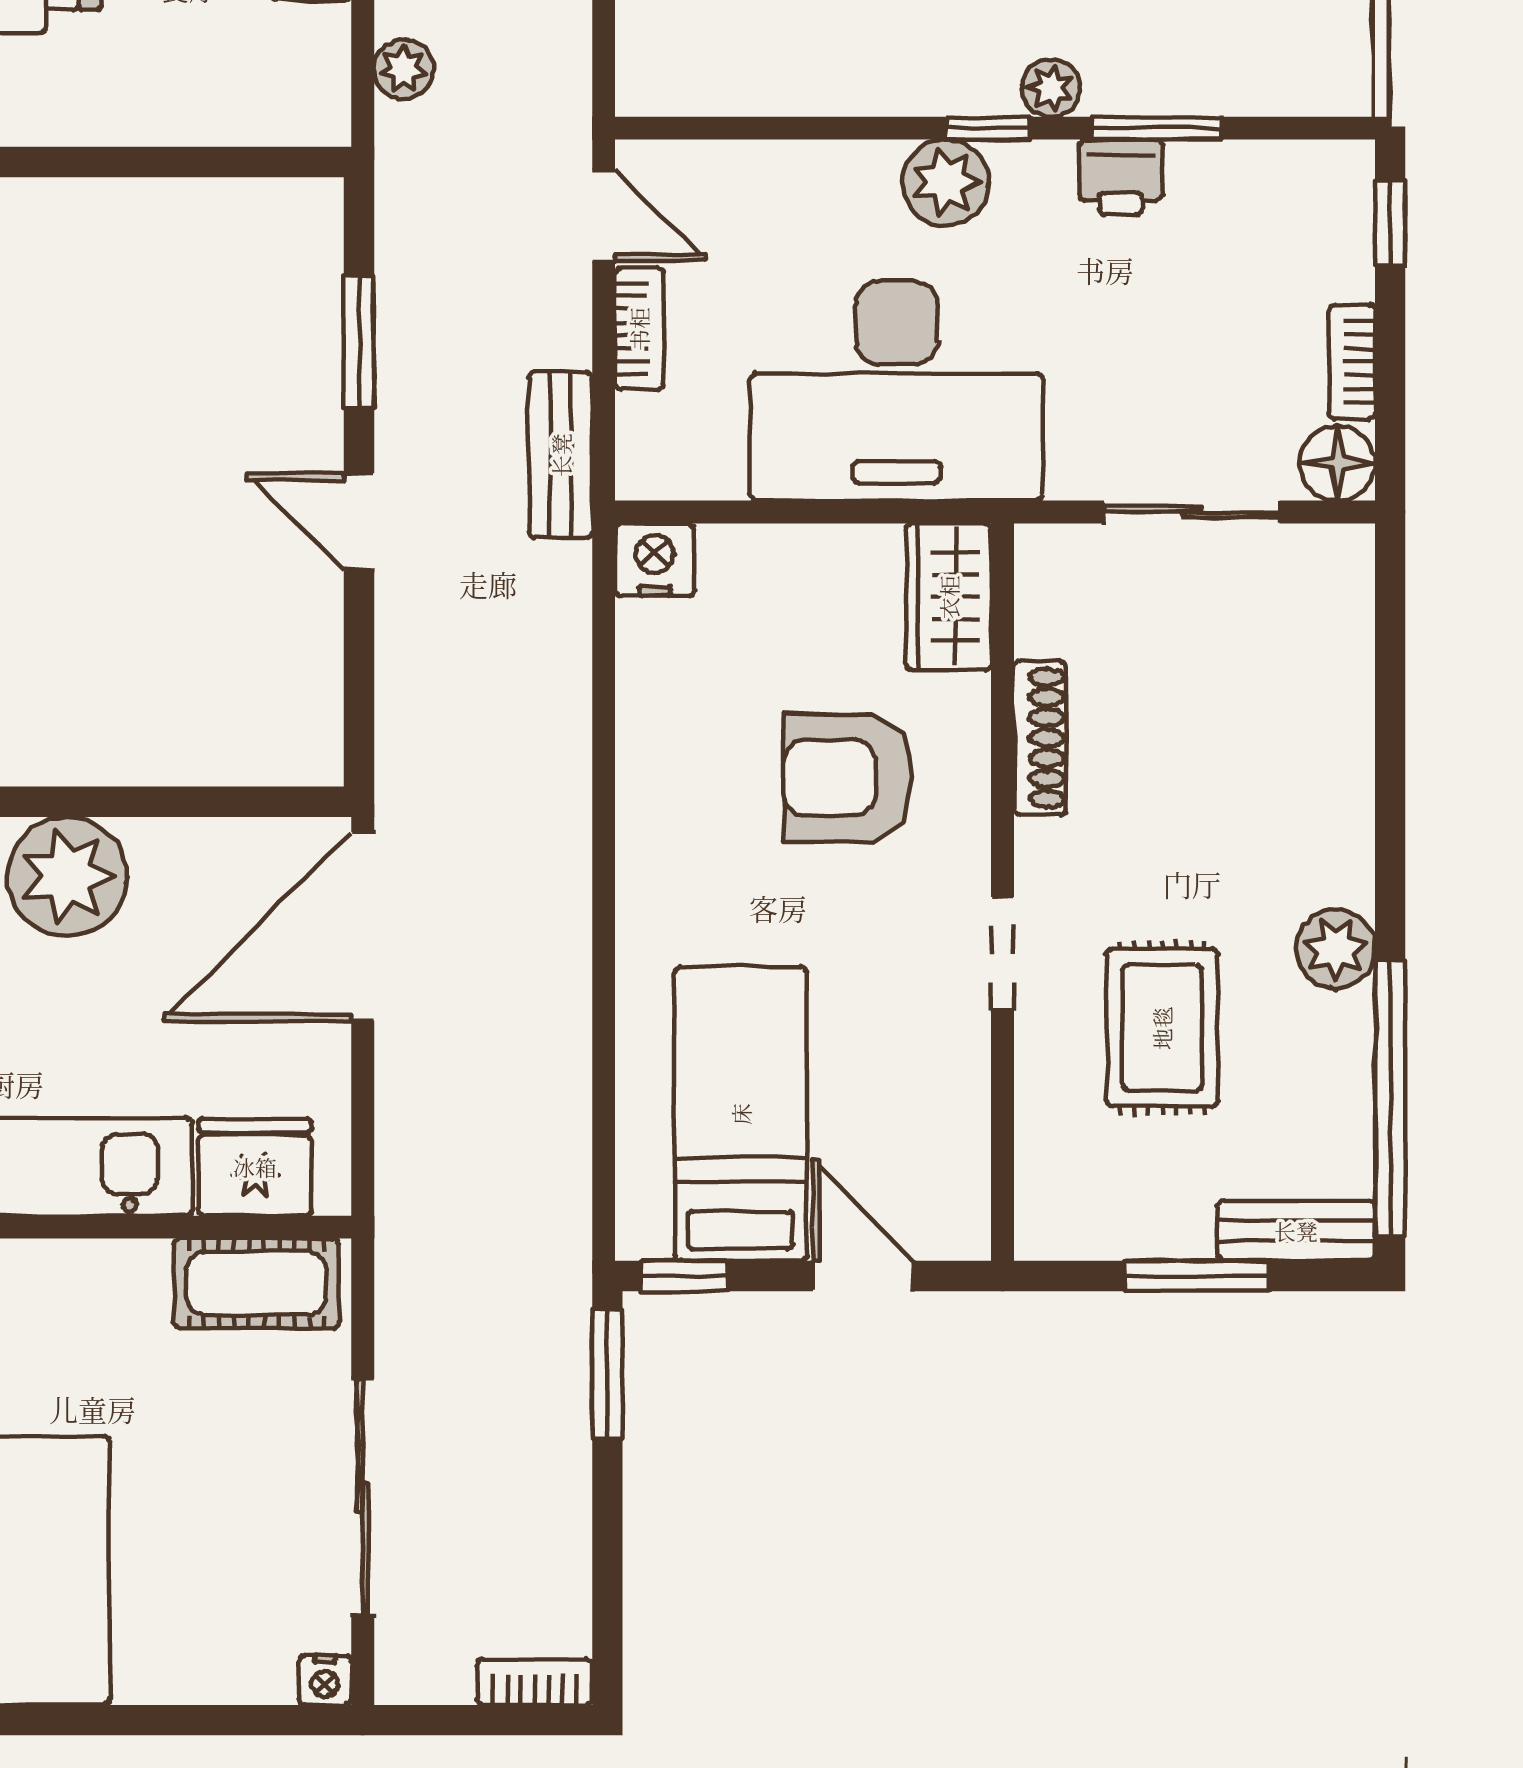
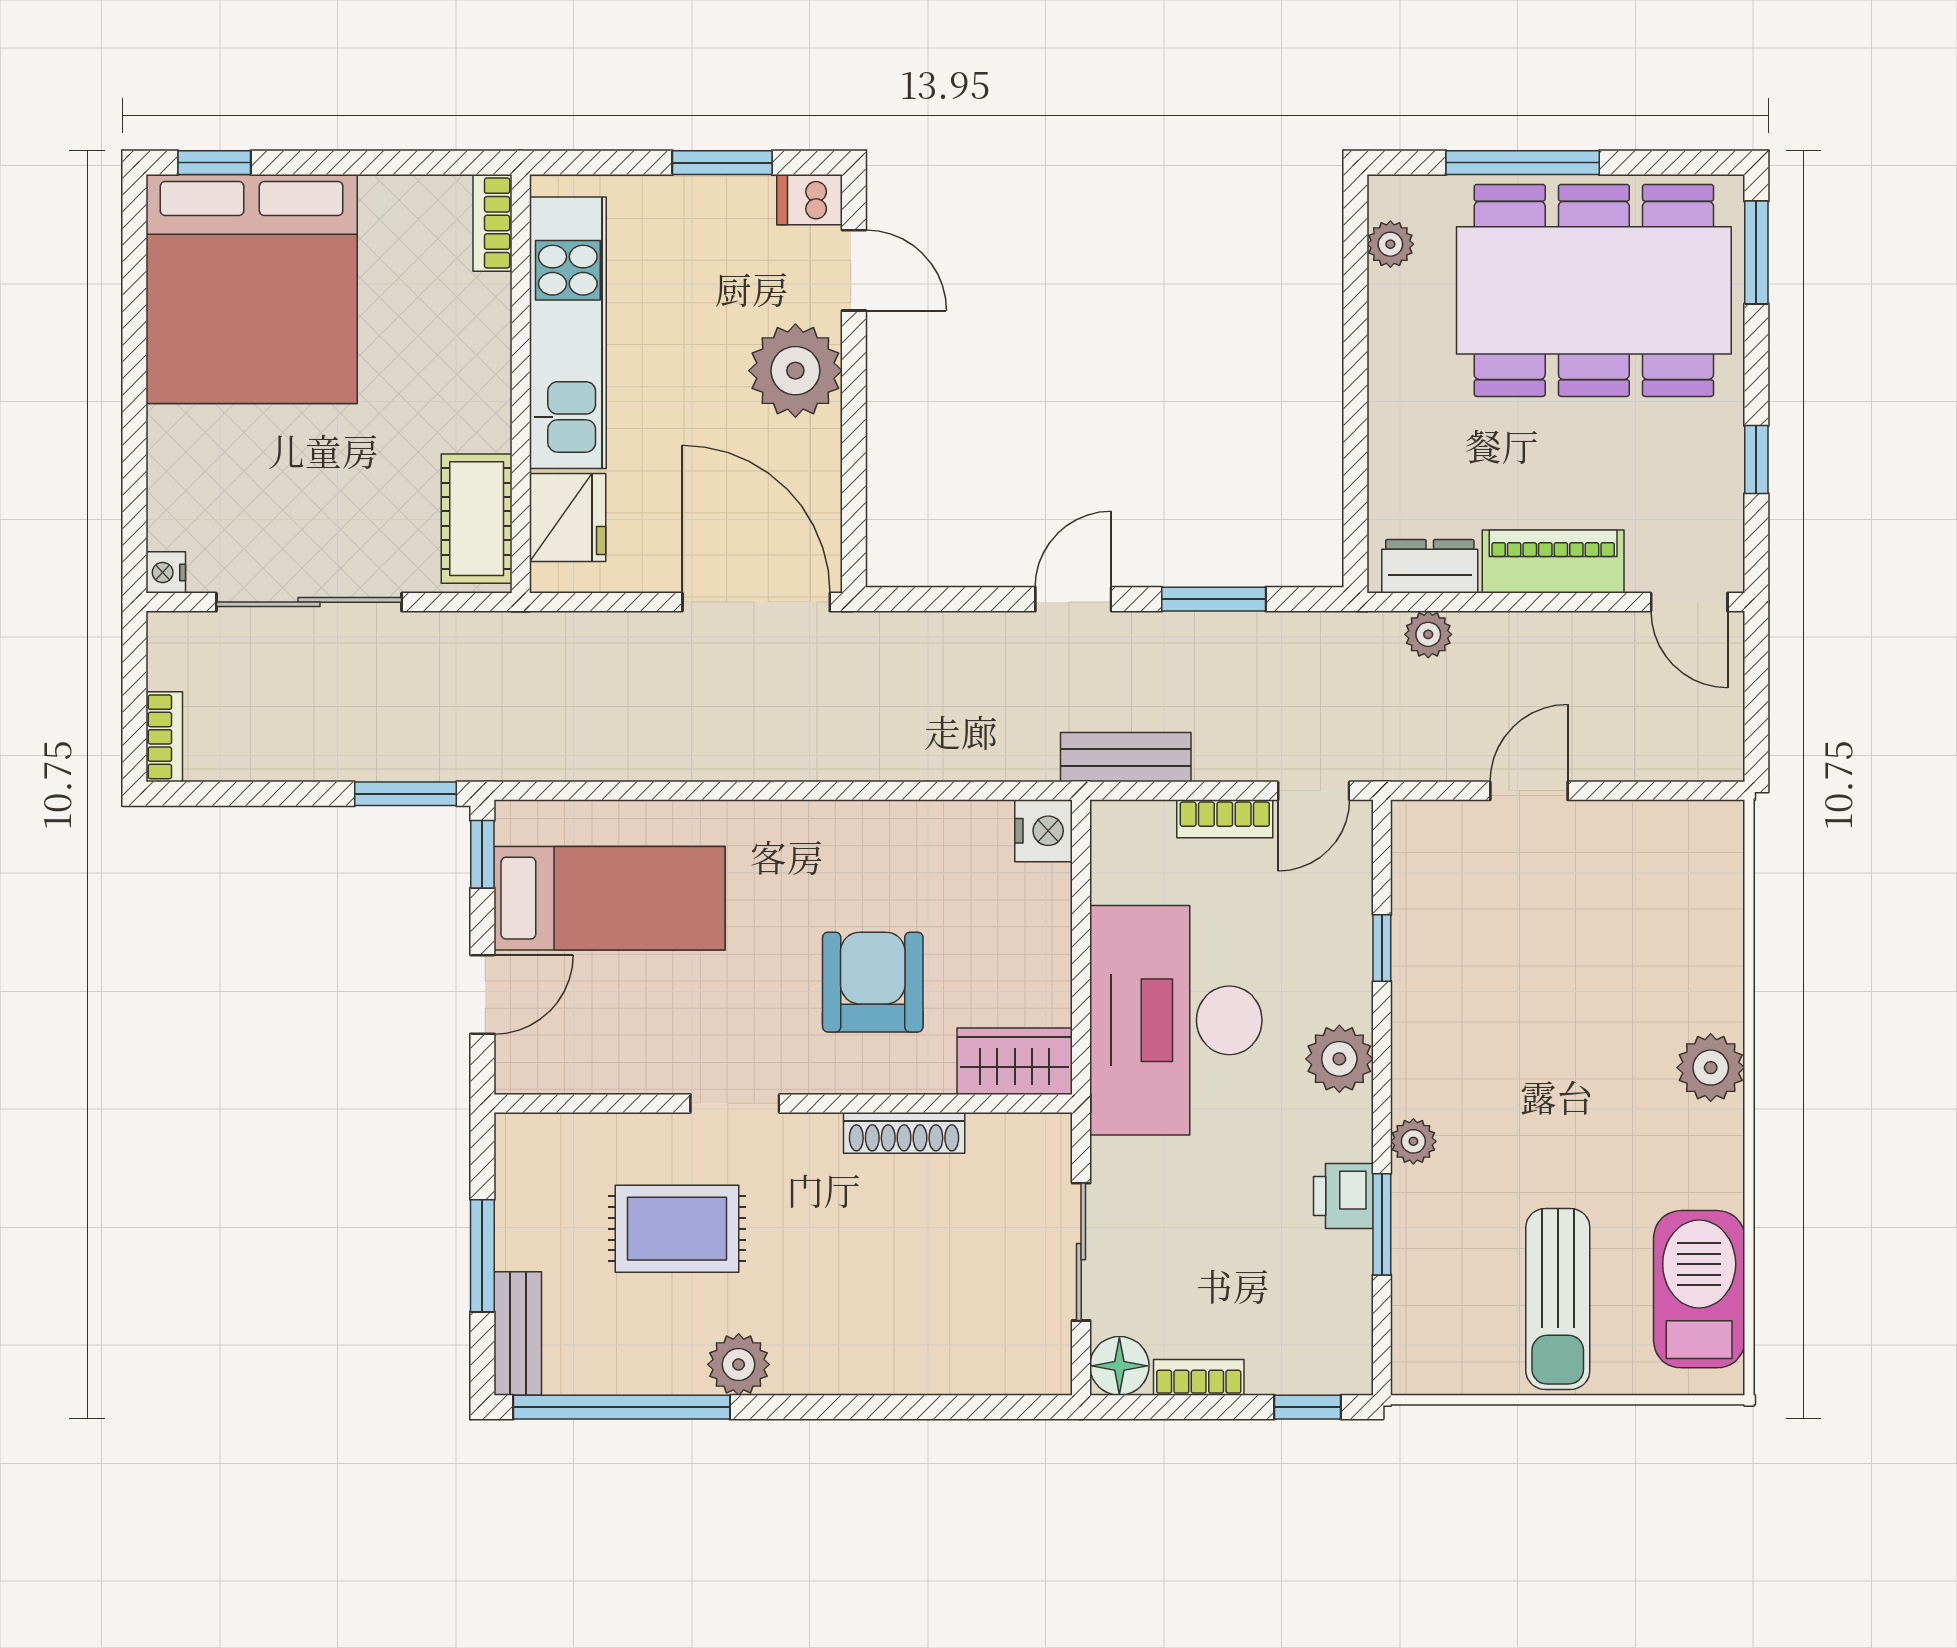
dresser: (317, 67) -> (1430, 566), added
window: (988, 128) -> (1382, 948), moved

